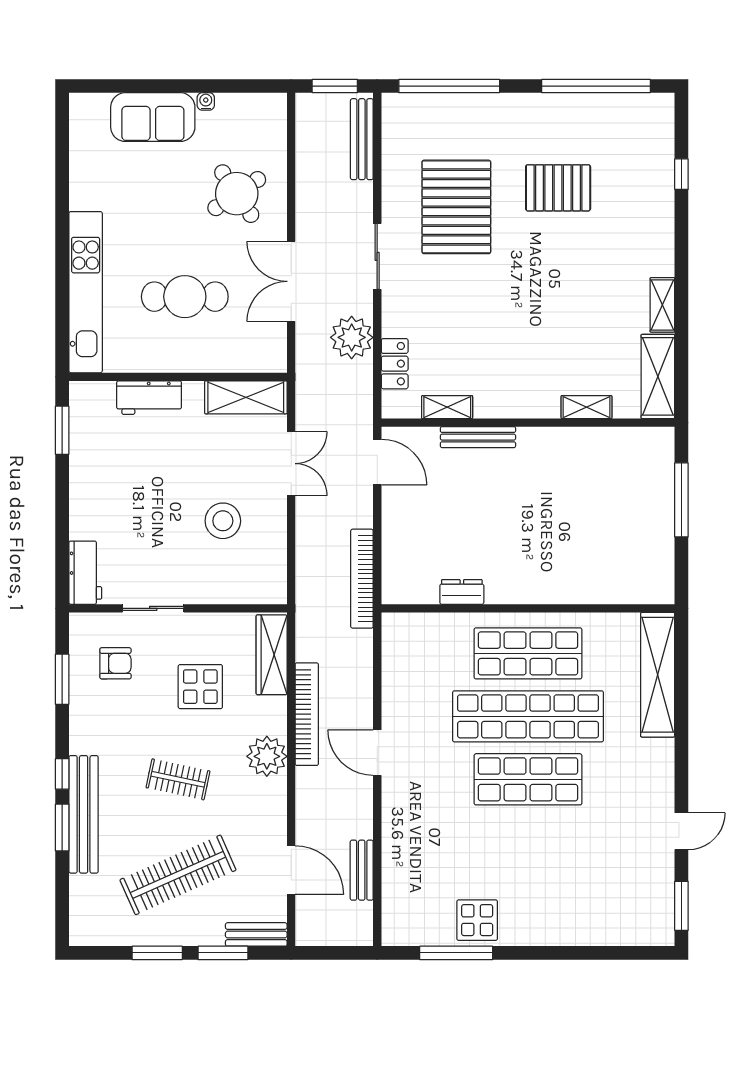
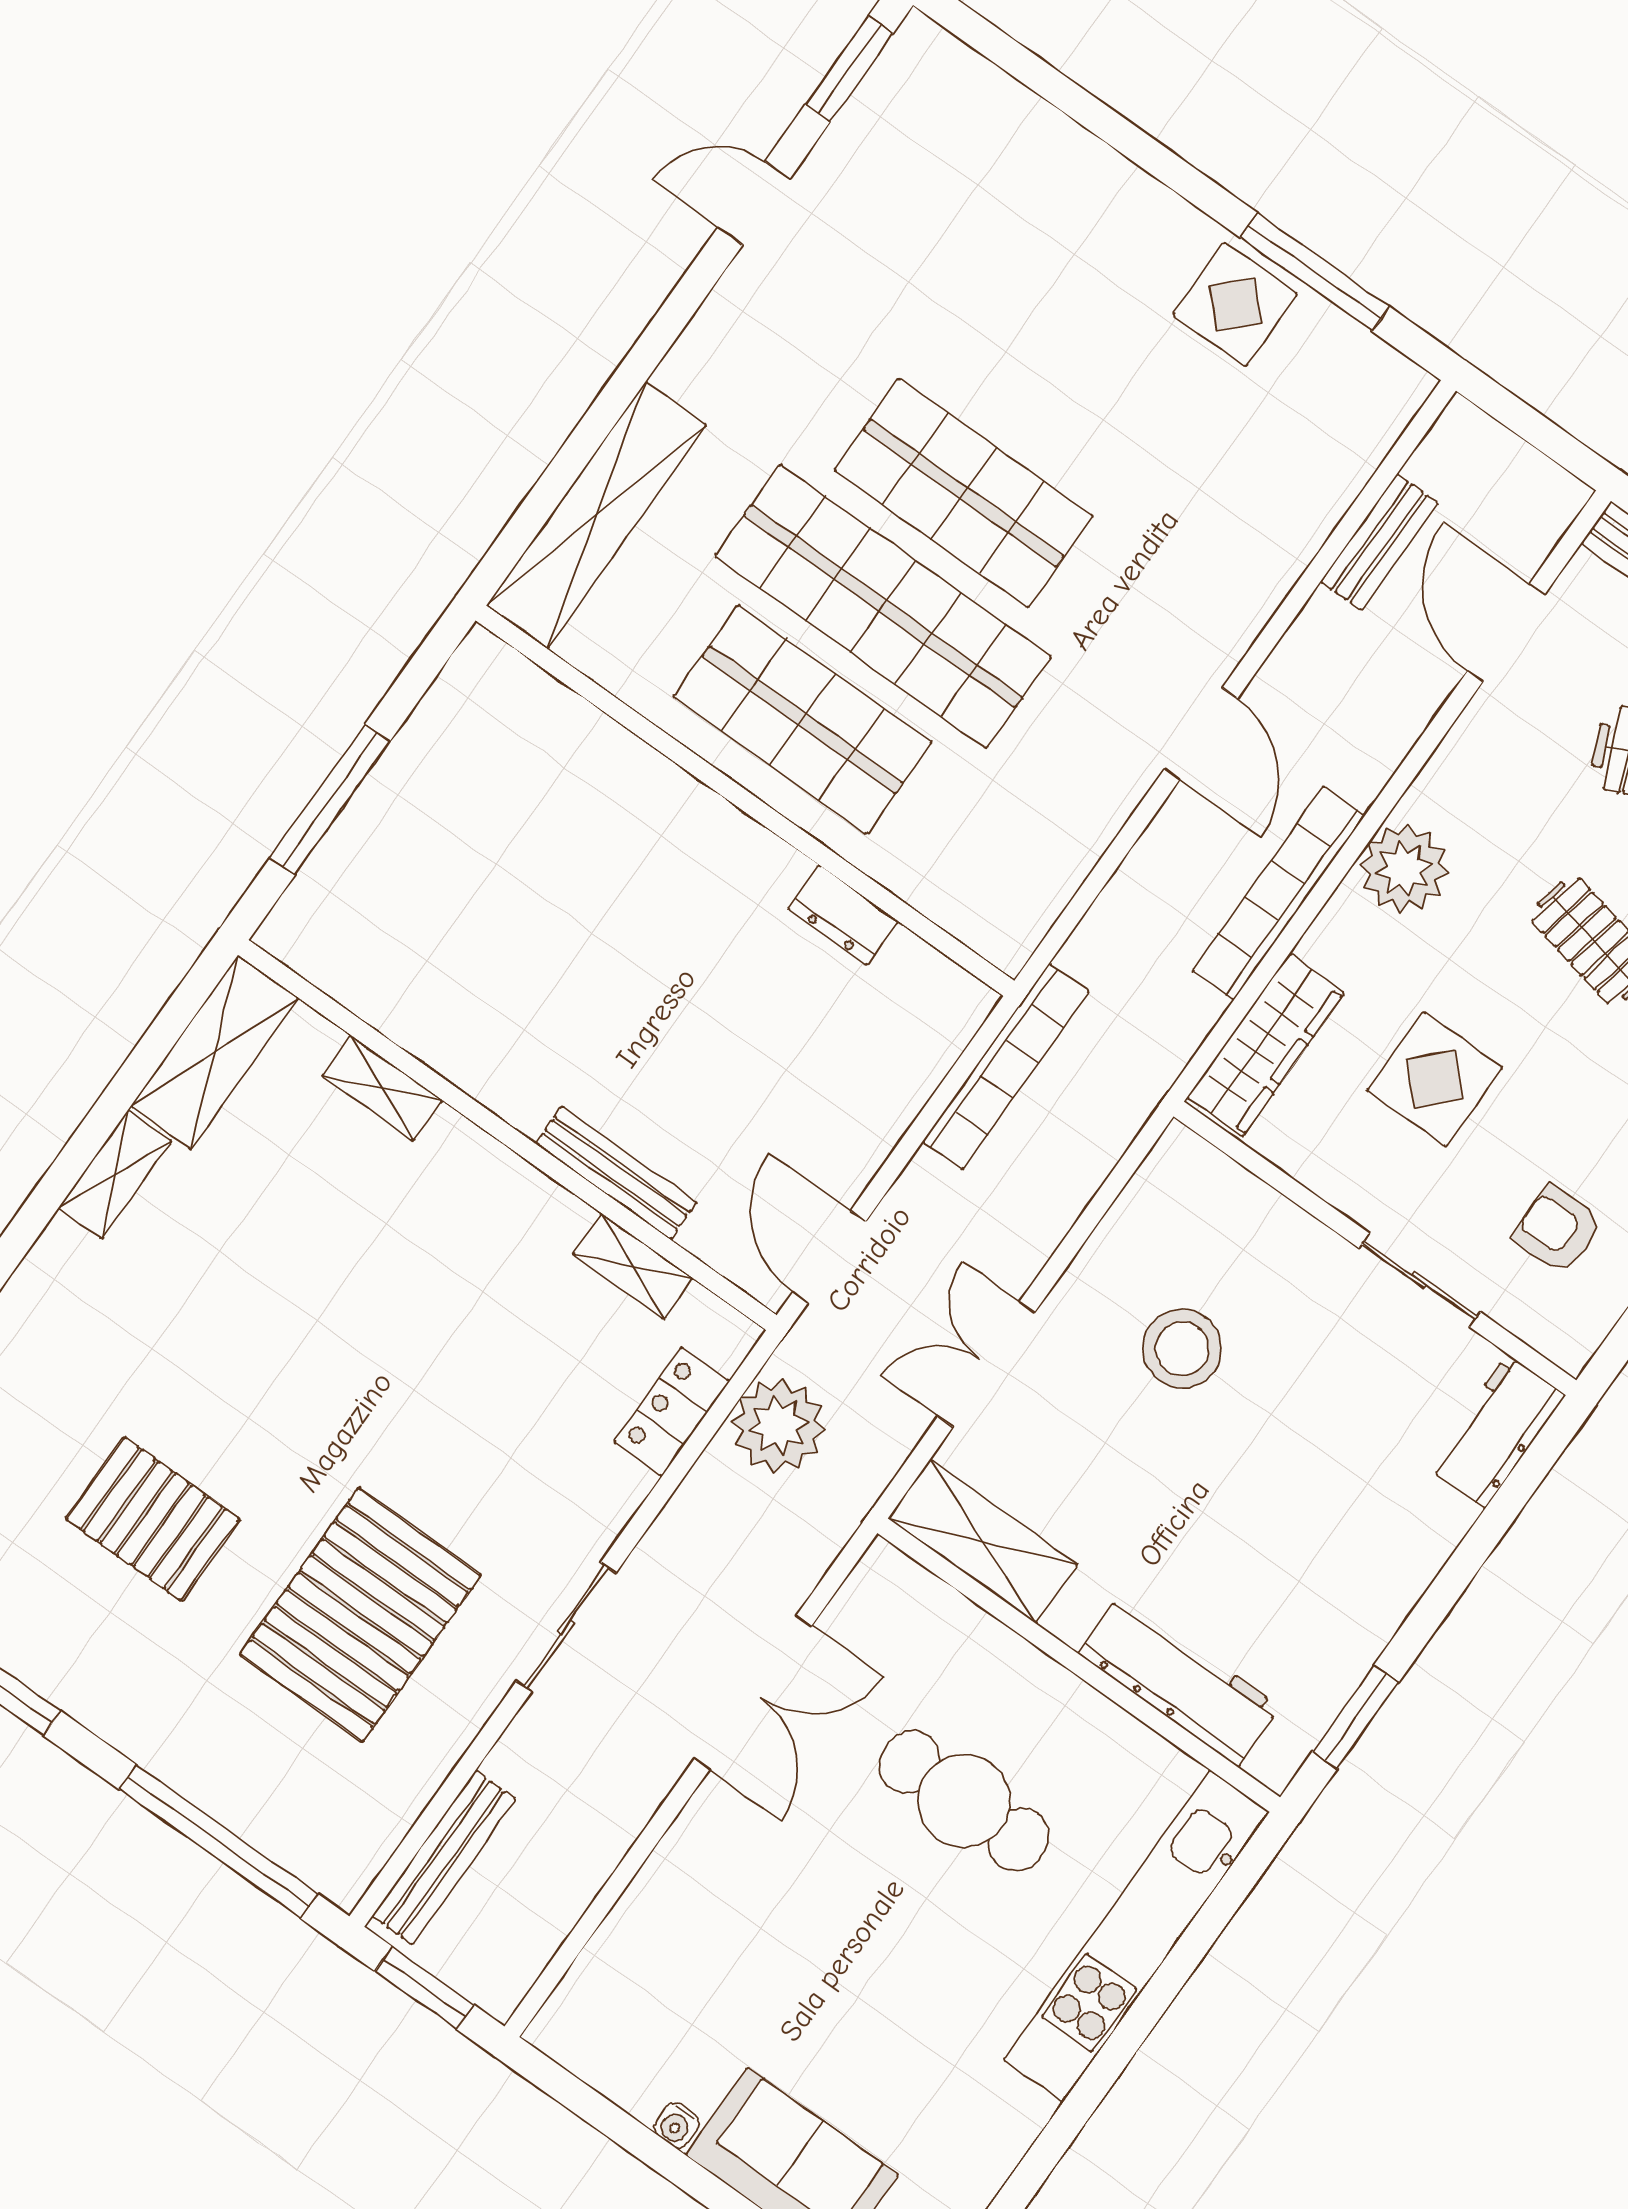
round table: (237, 194) -> (739, 1920), removed
plant: (352, 337) -> (778, 1426), moved
workbench: (149, 398) -> (1179, 1680), width x1.38

